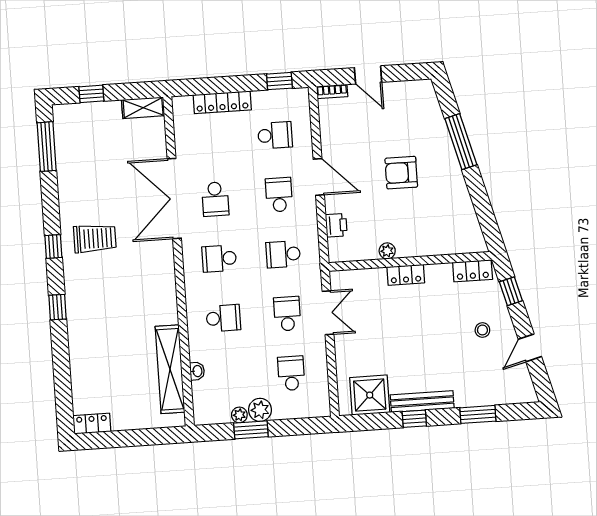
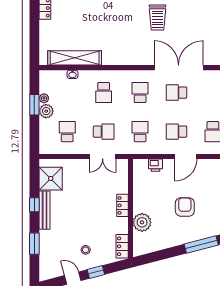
school desk: (279, 195) -> (176, 132), turned 180
plant: (387, 251) -> (142, 222), moved, width x1.87, depth x1.87
window: (511, 291) -> (96, 272), moved
school desk: (291, 373) -> (67, 132), turned -90

